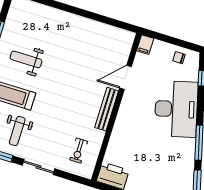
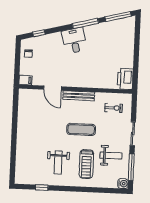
exercise mat: (62, 101) -> (81, 129), added
desk: (176, 109) -> (74, 40), width x0.53, depth x0.77

